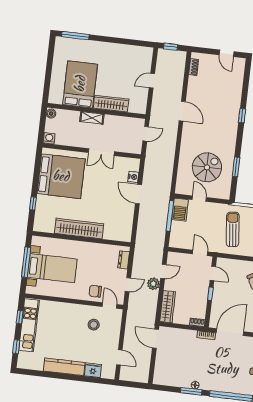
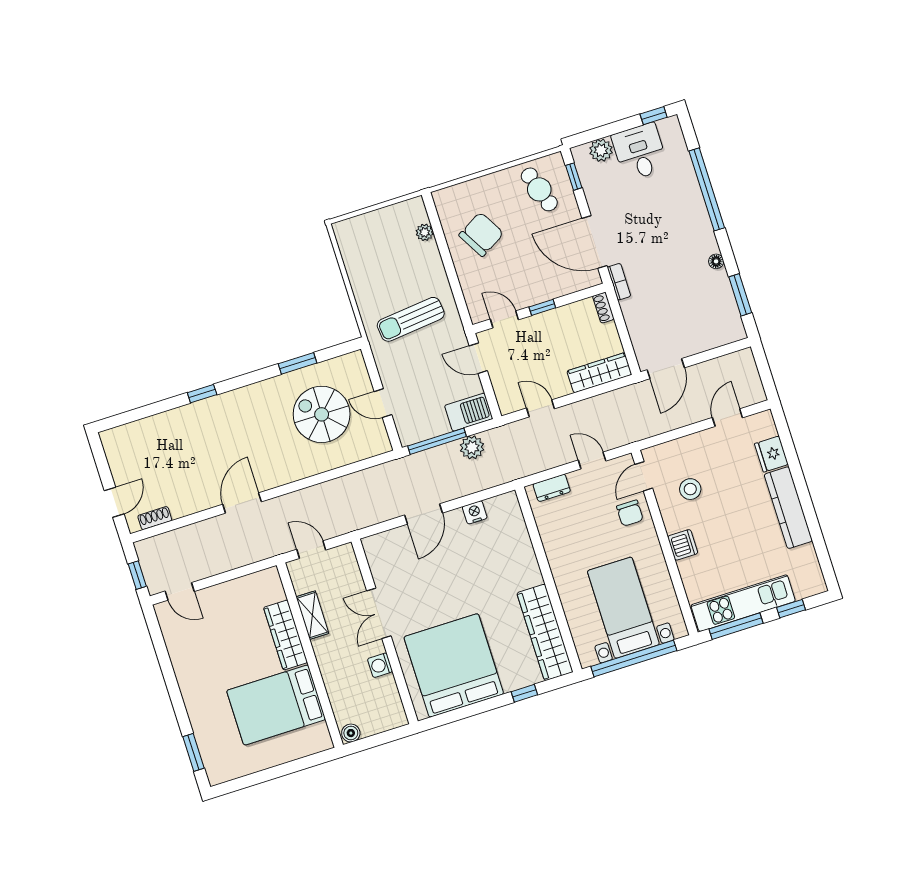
window: (75, 36) -> (193, 752), width x0.69
door: (227, 53) -> (114, 502), moved
door: (152, 81) -> (180, 591), moved
shelving: (92, 118) -> (312, 615), moved
washing machine: (49, 138) -> (380, 665), moved
double door: (101, 152) -> (379, 613), swing flipped
nightstand: (133, 177) -> (475, 512), moved
door: (199, 199) -> (383, 403), hinge flipped
barbecue: (180, 210) -> (469, 412), moved
wardrobe: (79, 229) -> (545, 632), moved
door: (200, 253) -> (478, 358), hinge flipped
window: (26, 262) -> (634, 658), width x1.46
door: (213, 273) -> (504, 319), hinge flipped
plant: (153, 284) -> (472, 447), moved
dishwasher: (69, 309) -> (683, 545), added
window: (20, 317) -> (736, 626), width x2.17
window: (191, 391) -> (740, 295), moved

